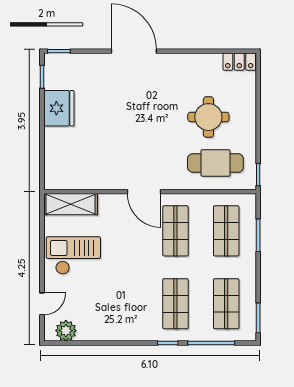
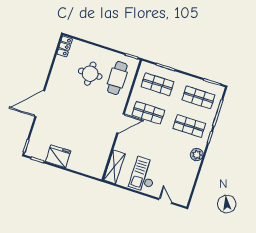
plant: (66, 331) -> (197, 155), moved

